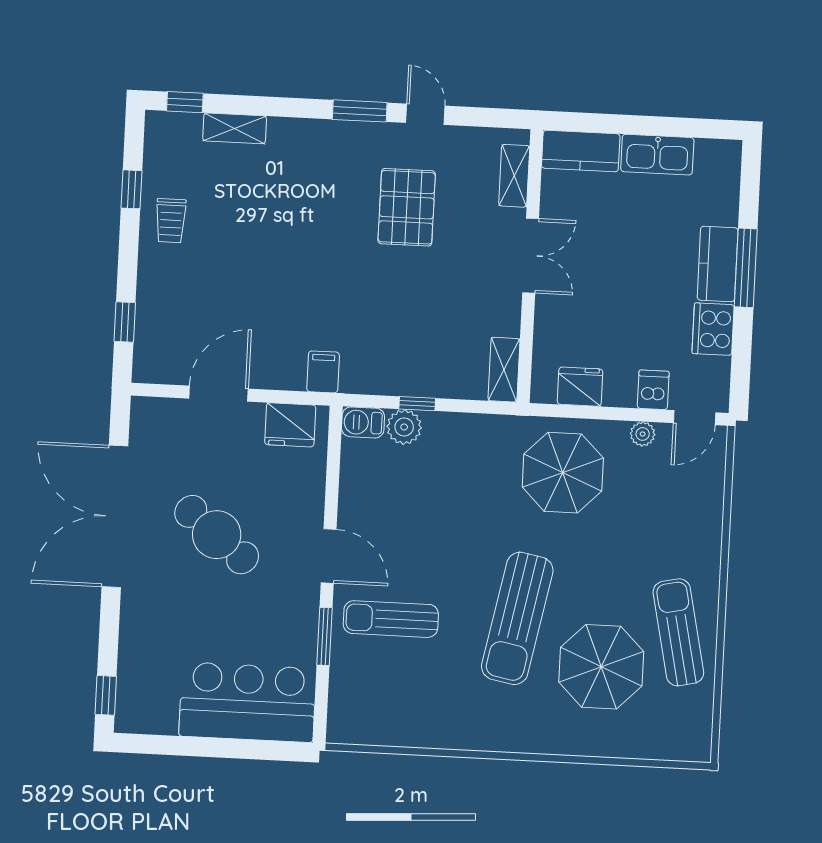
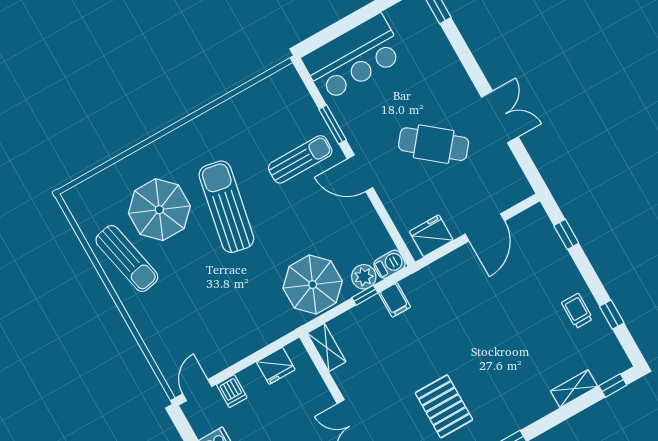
filing cabinet: (323, 372) -> (395, 300), moved
plant: (643, 434) -> (222, 361), removed
parasol: (563, 473) -> (313, 285), moved
double door: (115, 516) -> (500, 117), width x0.54

